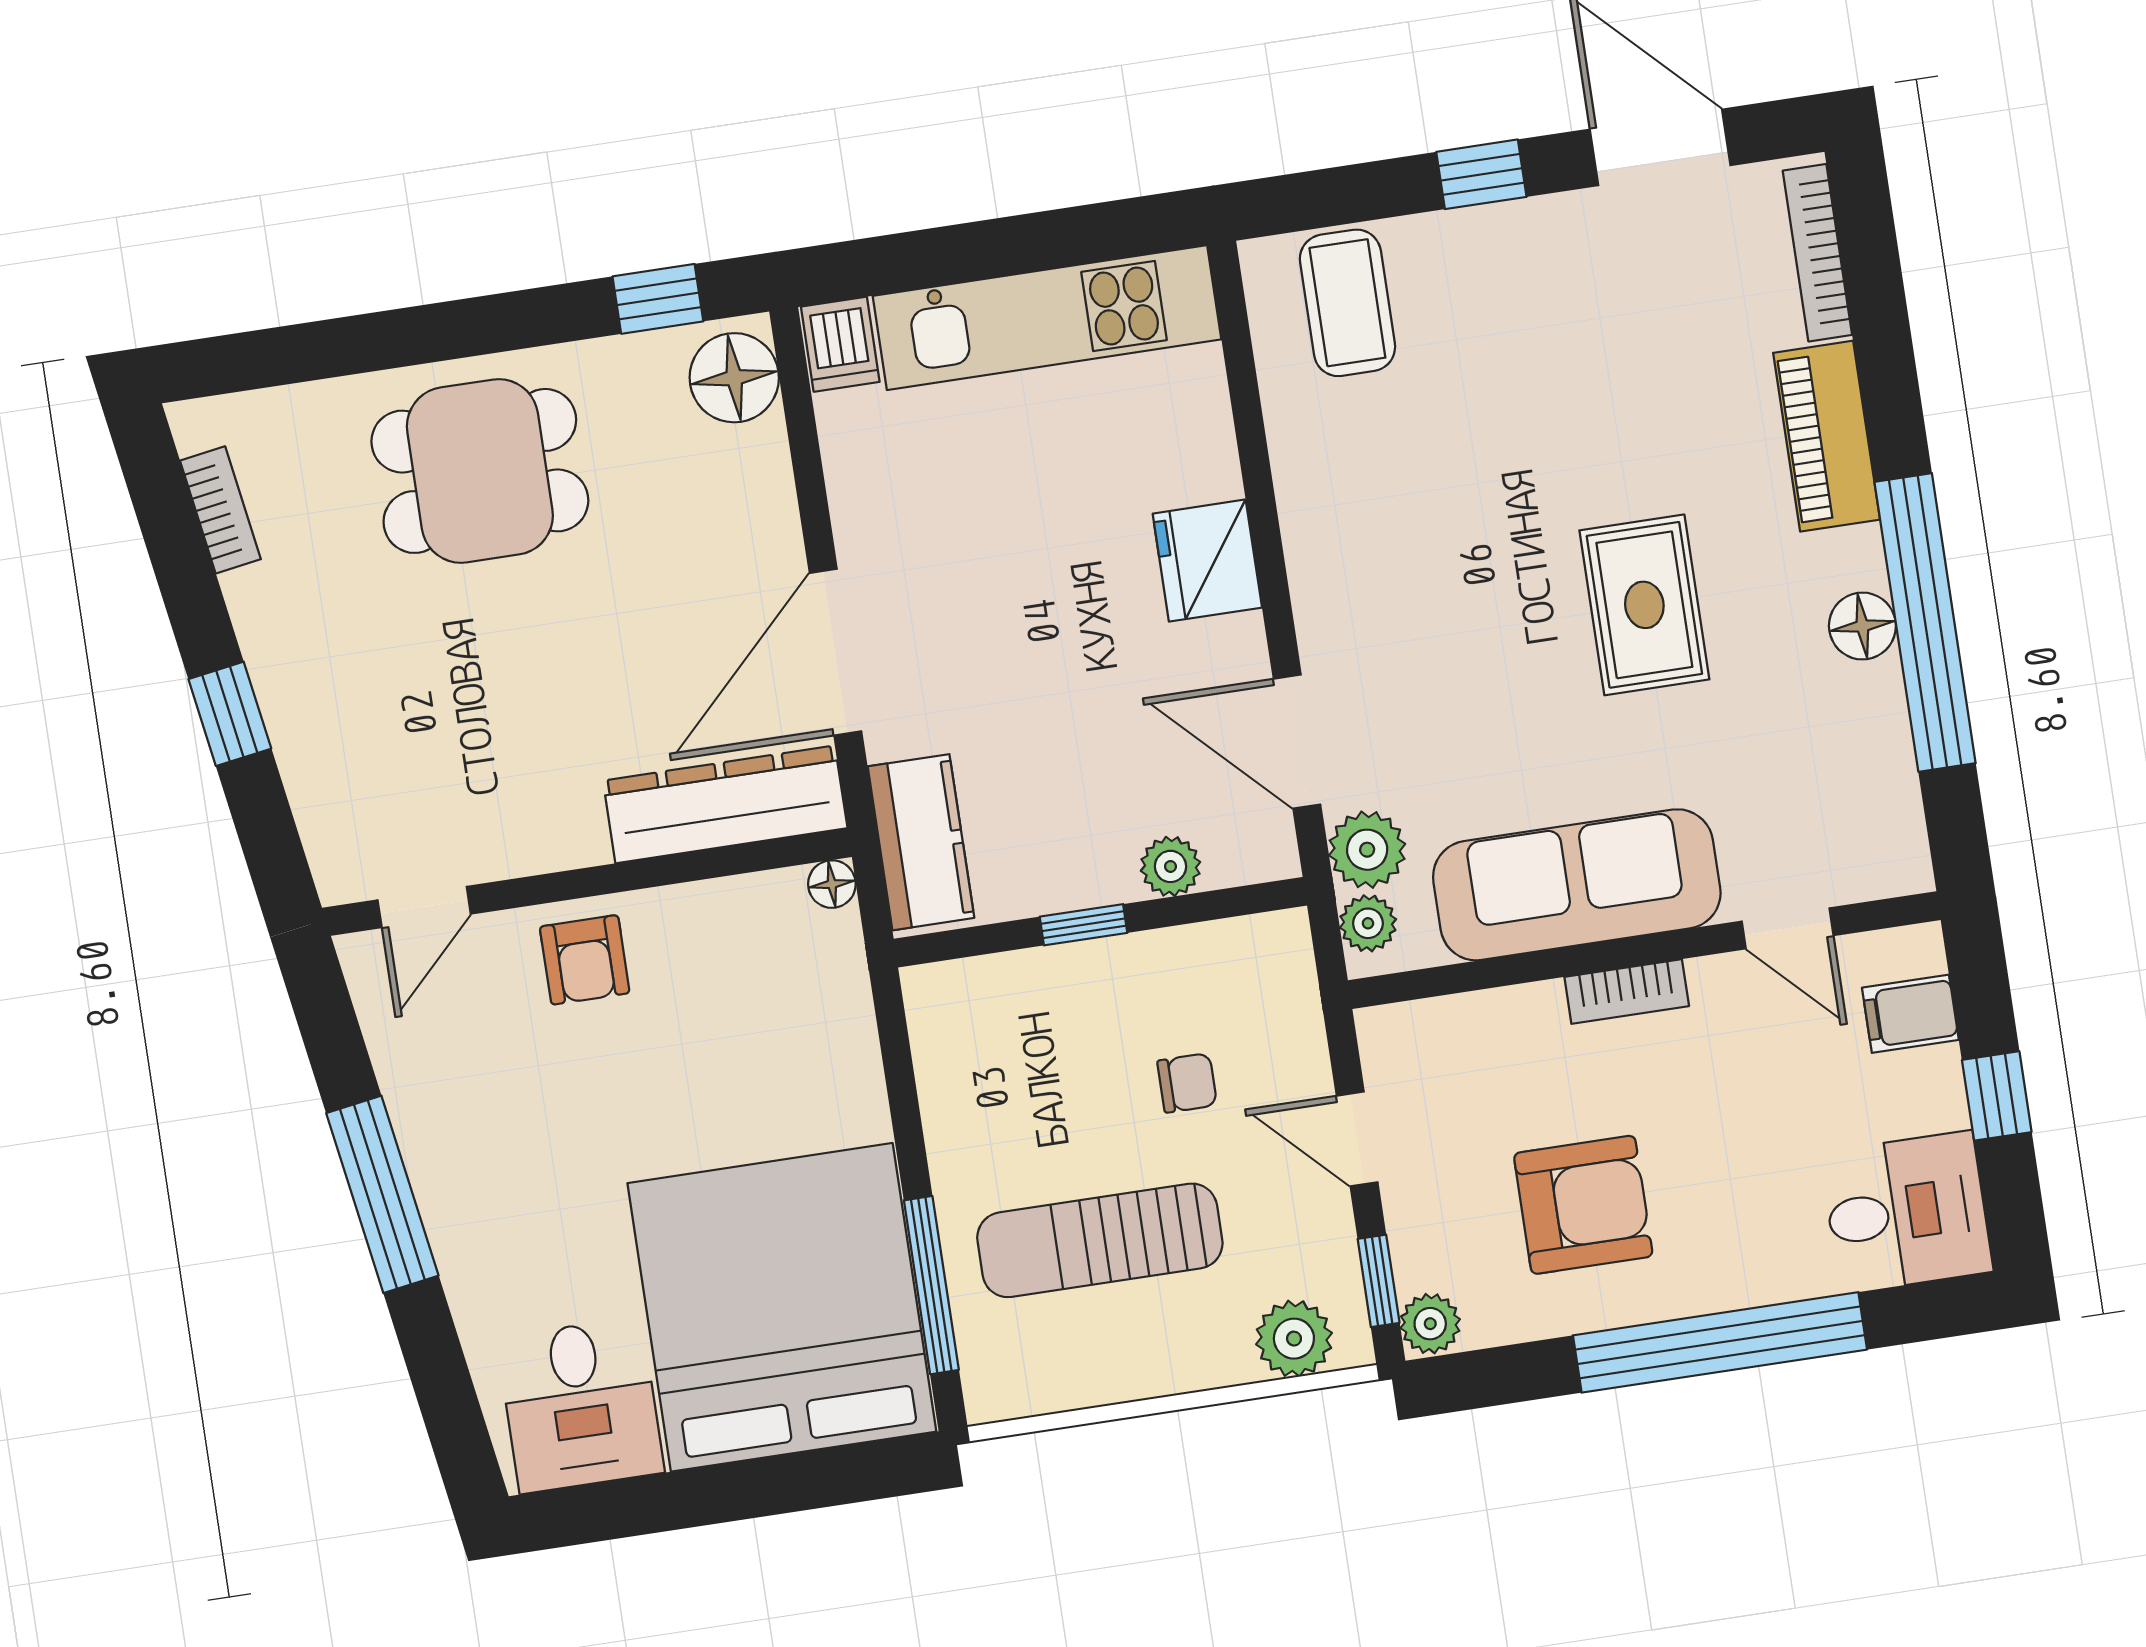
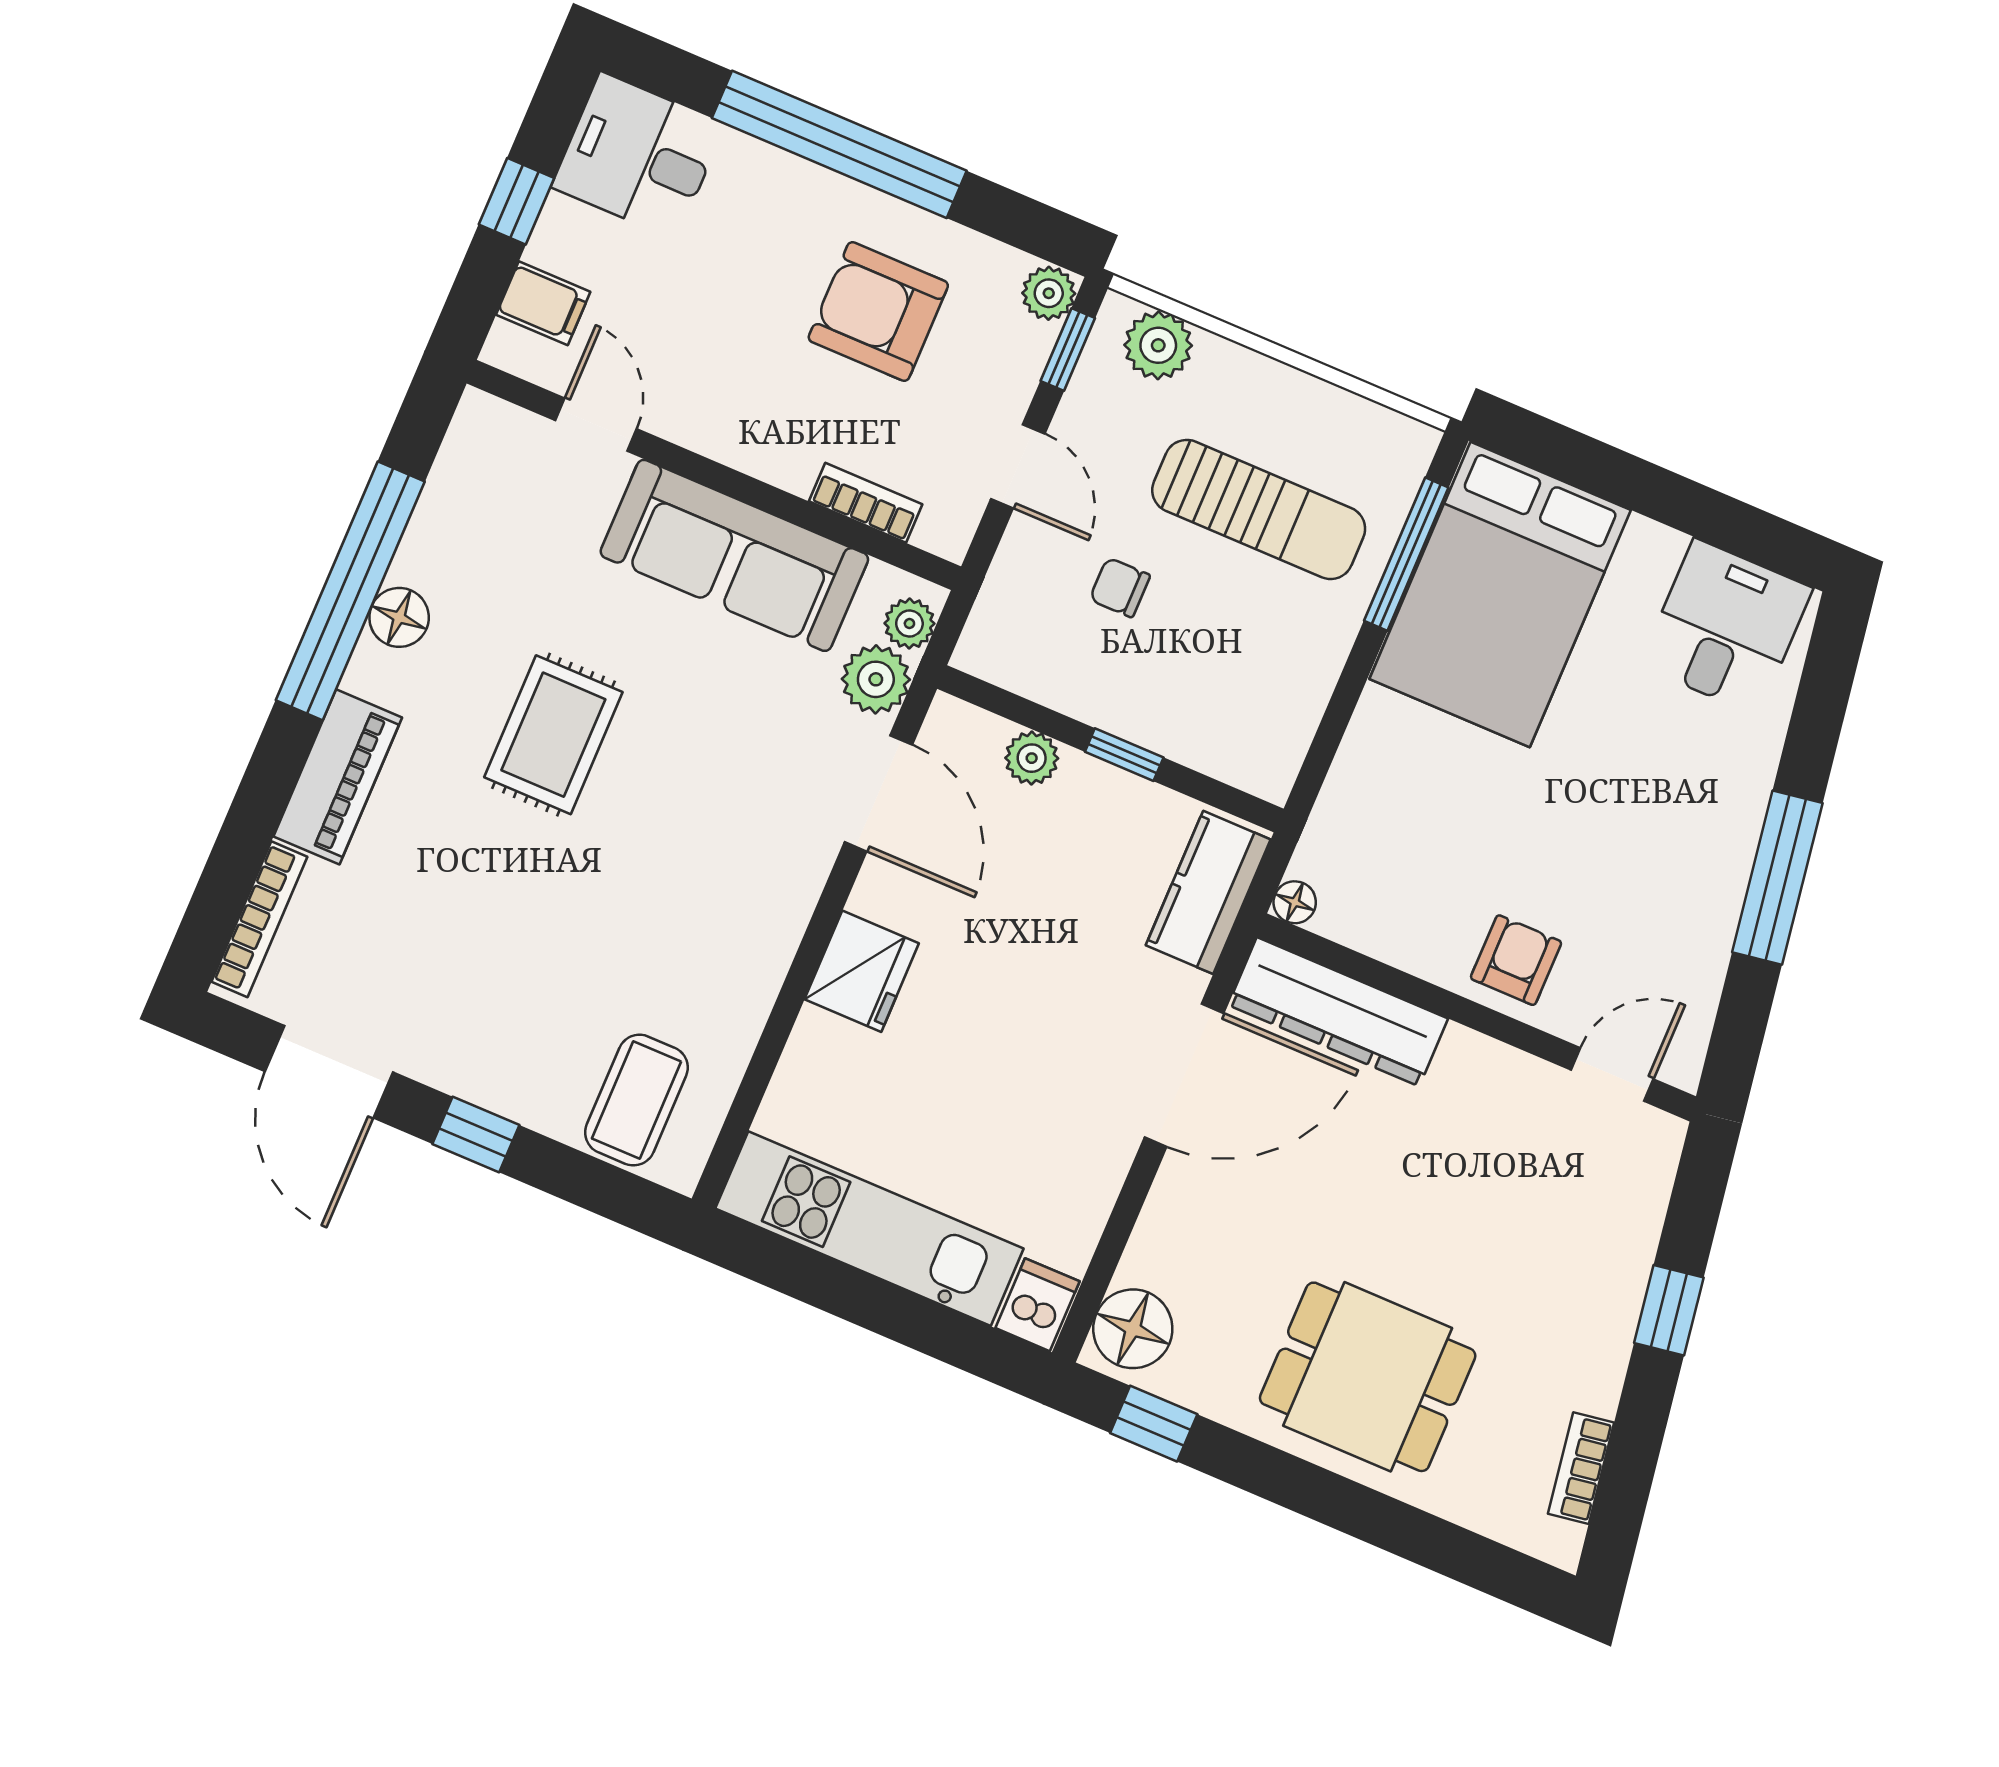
bookcase: (1627, 991) -> (866, 503), moved
bed: (782, 1307) -> (1500, 594), width x0.73

